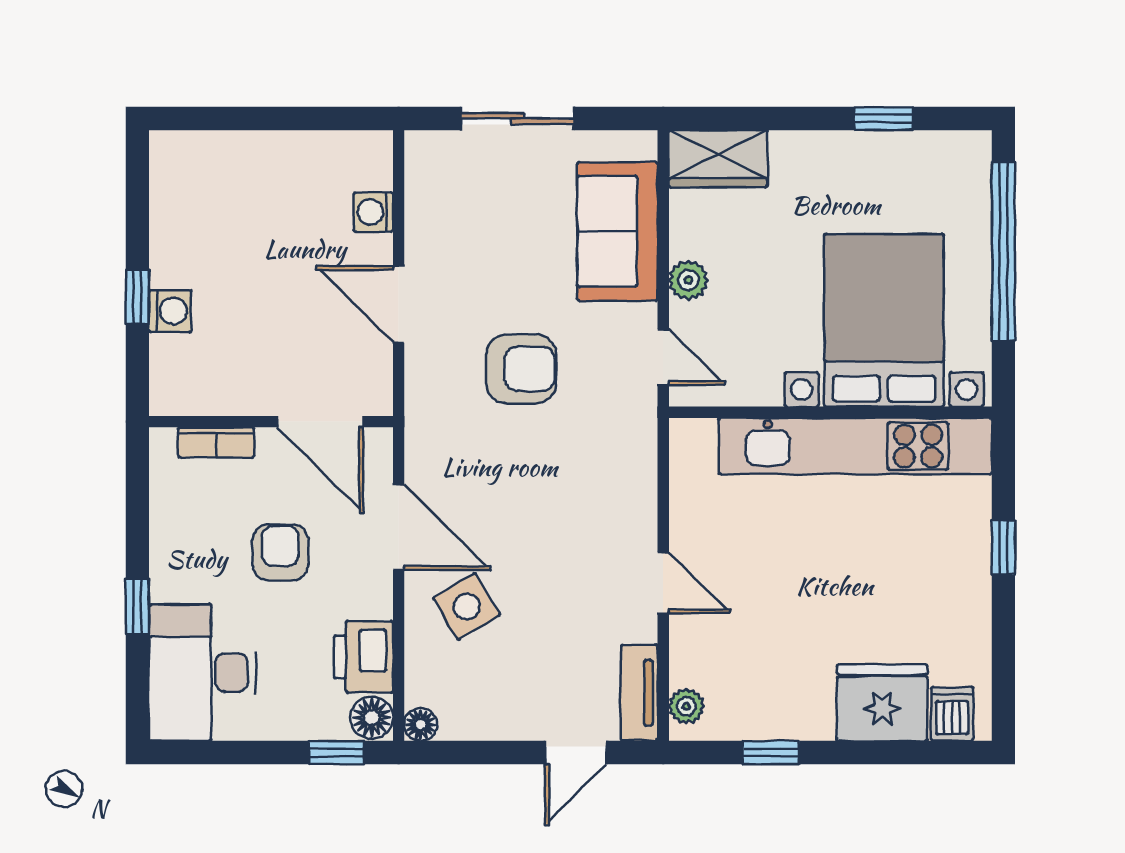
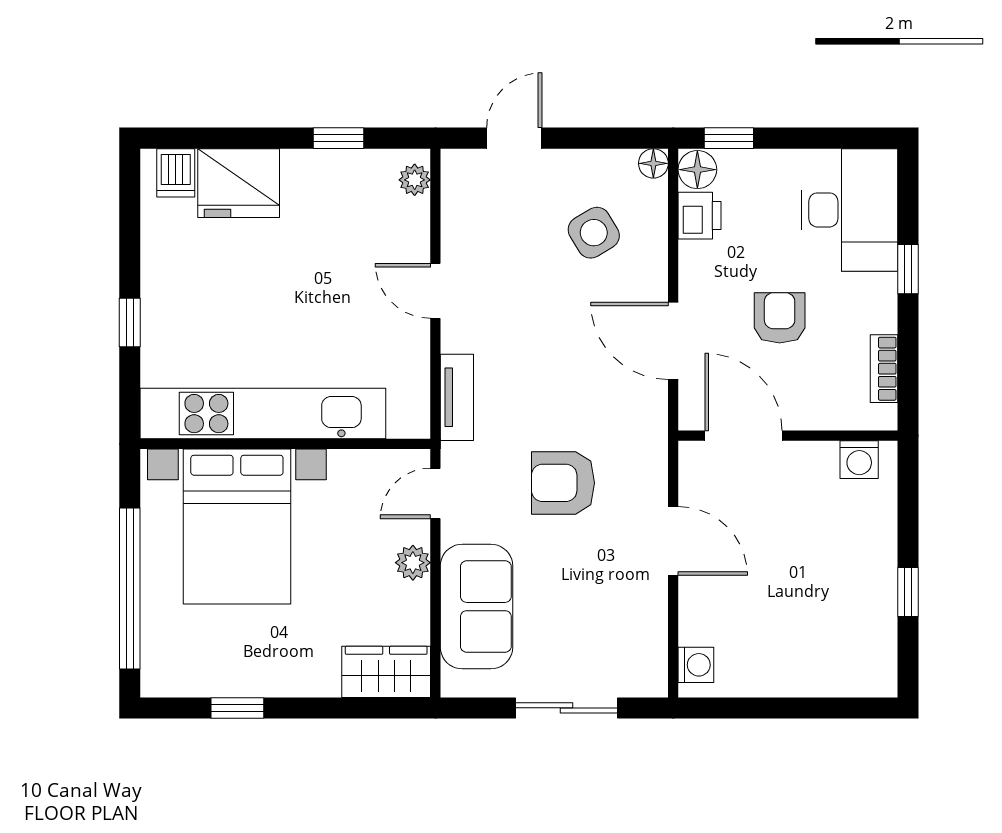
washing machine: (373, 212) -> (696, 665), moved
window: (137, 297) -> (908, 592), moved
washing machine: (170, 311) -> (859, 460), moved, turned -90
door: (663, 357) -> (435, 493), hinge flipped
bookcase: (216, 442) -> (884, 369), moved, turned -90
armchair: (280, 553) -> (780, 318), turned 180
side table: (467, 606) -> (594, 233), moved
printer: (364, 657) -> (700, 216), width x0.73, depth x0.81
tv unit: (639, 693) -> (457, 397), moved

